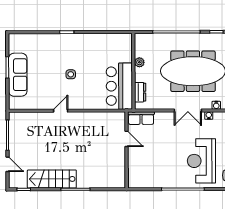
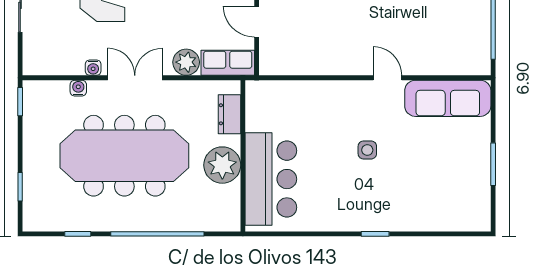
plant: (139, 62) -> (222, 165), width x1.88, depth x1.88
sofa: (18, 75) -> (448, 98), moved, turned -90
bar counter: (119, 86) -> (271, 179), moved
door: (61, 111) -> (387, 78), swing flipped
plant: (162, 118) -> (186, 62), added

